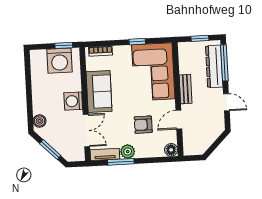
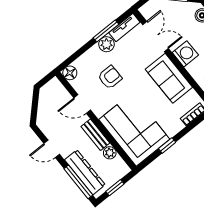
plant: (185, 68) -> (110, 153), added
door: (179, 120) -> (82, 104), swing flipped
double door: (86, 130) -> (155, 37), swing flipped

